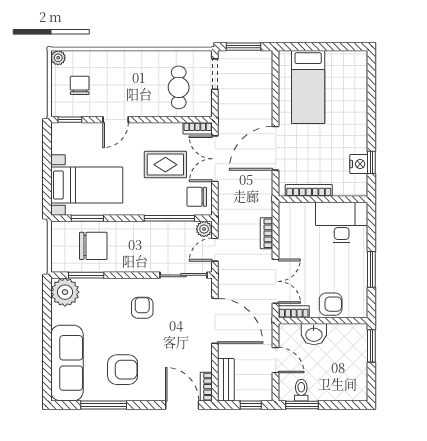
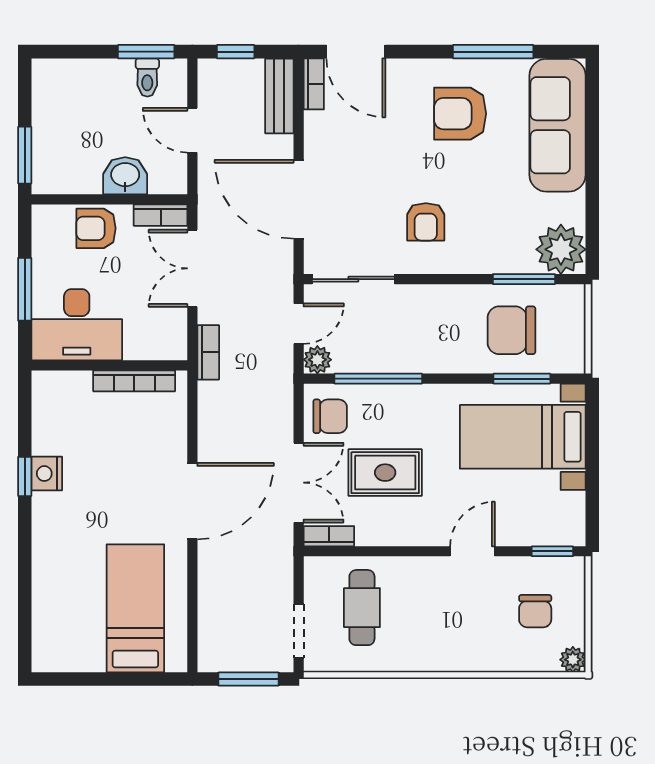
bookcase: (309, 190) -> (134, 381), moved
wall: (323, 199) -> (109, 365), moved
desk: (342, 222) -> (77, 325), moved

